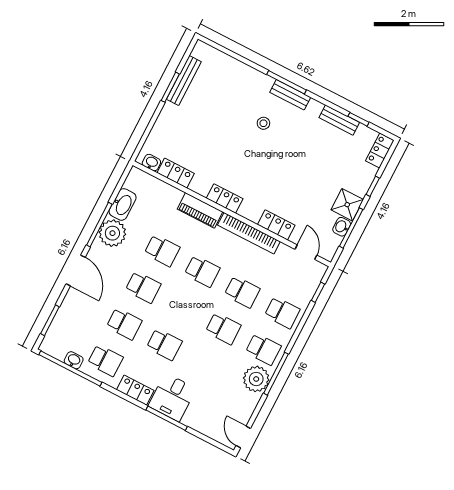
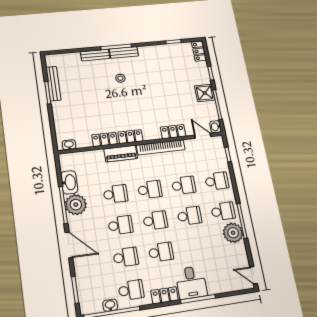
bench: (339, 120) -> (95, 55), moved
locker: (176, 173) -> (105, 139), moved
washbasin: (342, 227) -> (215, 127), moved
school desk: (183, 308) -> (155, 220), added

